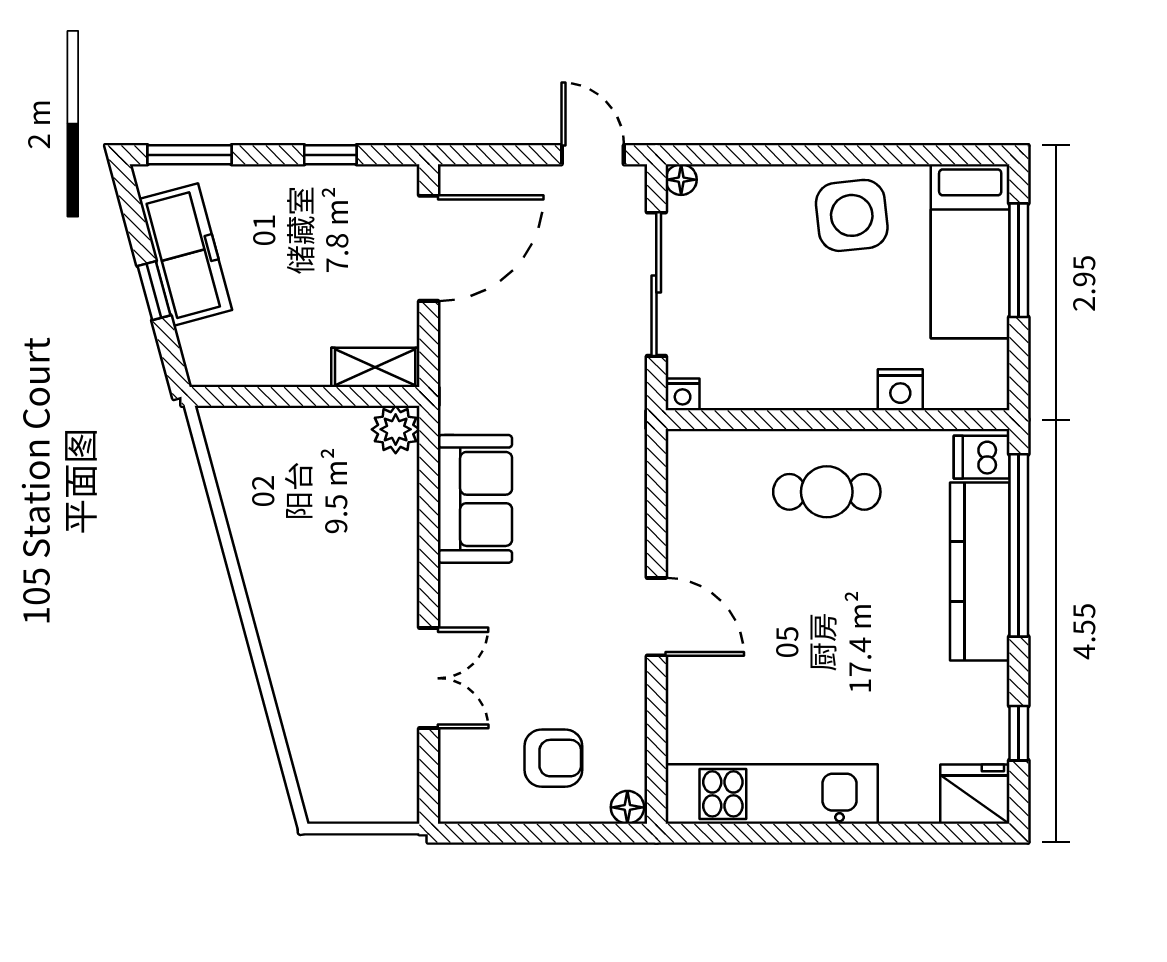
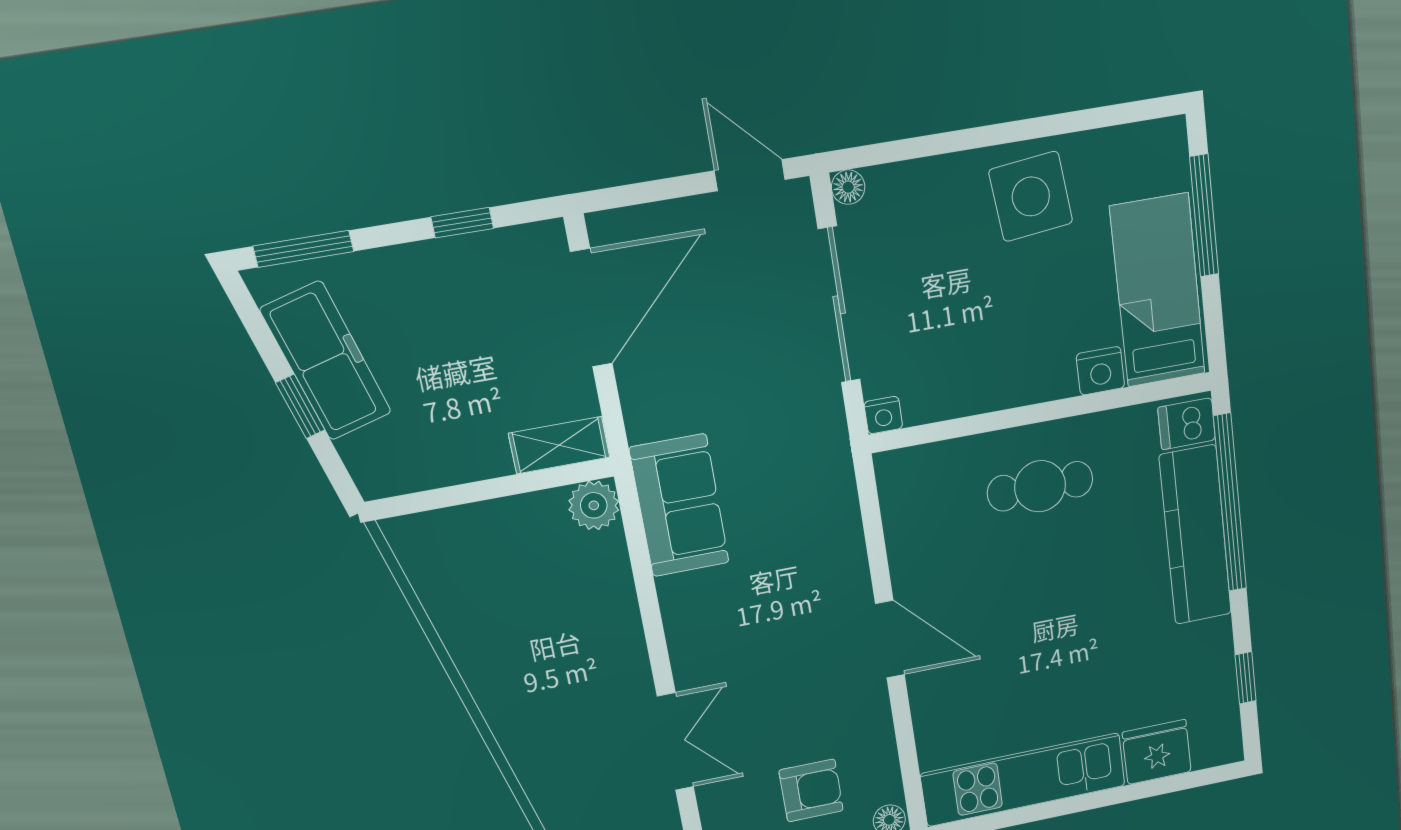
bed: (970, 251) -> (1158, 291), moved, turned 180
sofa: (475, 499) -> (679, 506), moved
fridge: (975, 794) -> (1157, 752), moved

